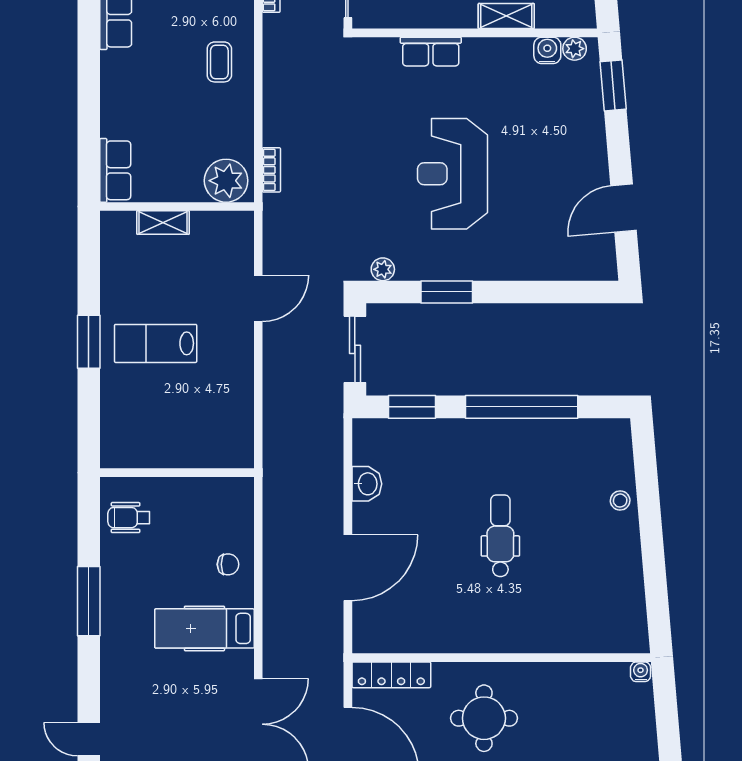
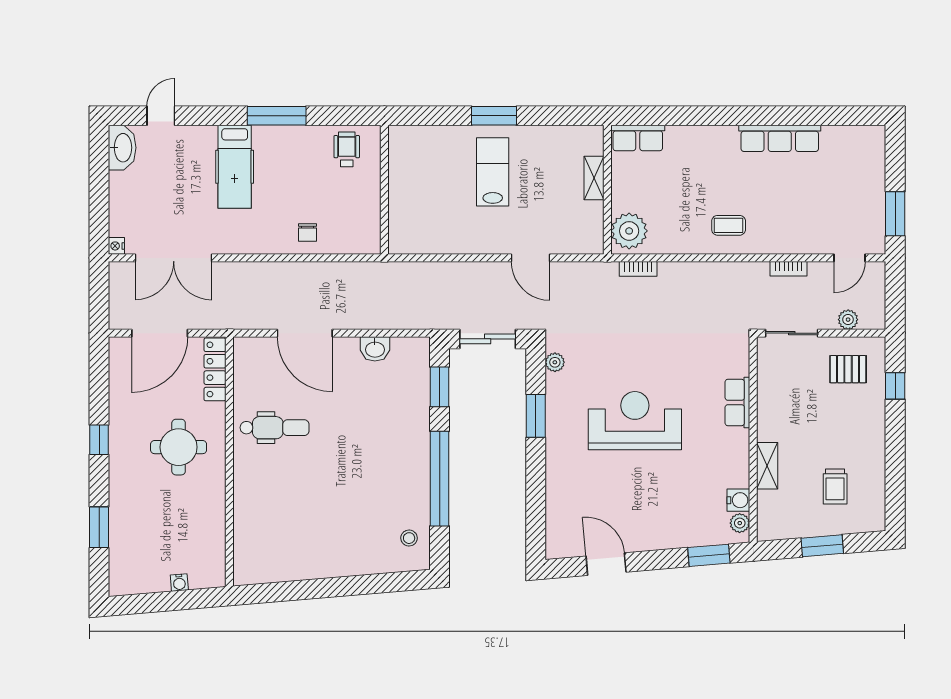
stool: (620, 501) -> (409, 538), moved
dental chair: (500, 536) -> (275, 428), moved
hospital bed: (204, 628) -> (235, 167), moved, turned 180
water cooler: (641, 672) -> (179, 583), moved, turned 85

